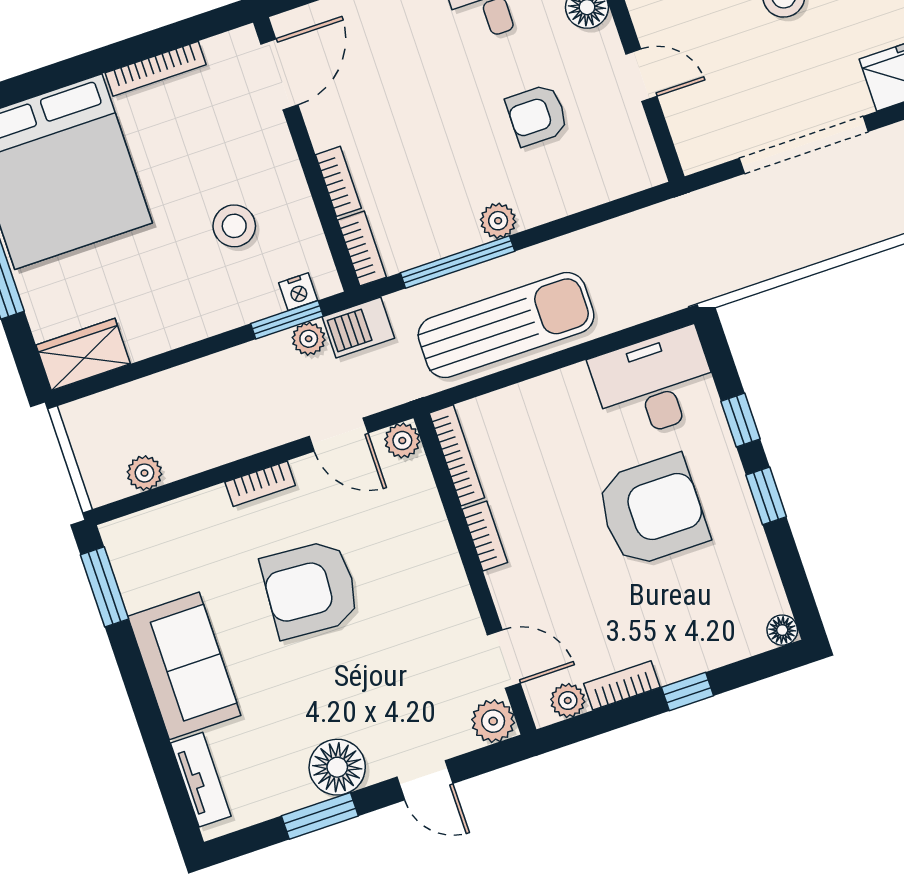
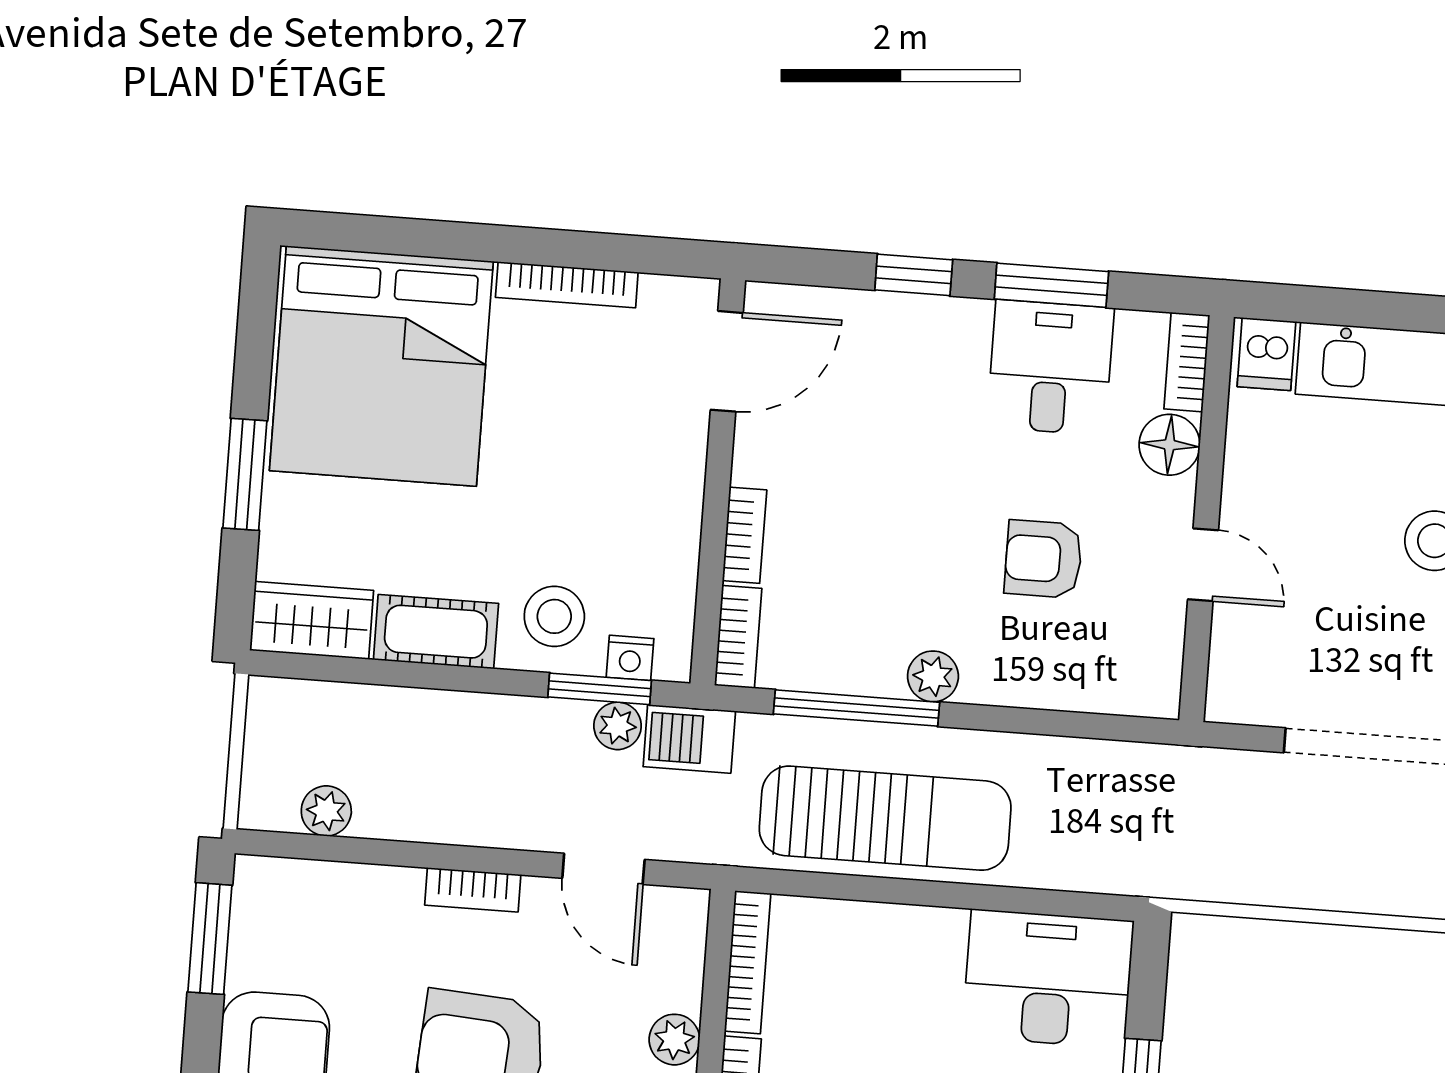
stool: (234, 226) -> (554, 616), moved
cot: (166, 328) -> (436, 632), added
plant: (402, 441) -> (674, 1040), moved

